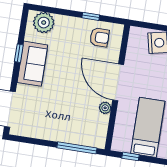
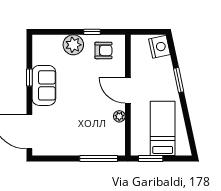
plant: (44, 23) -> (73, 45), moved
door: (118, 82) -> (128, 90), width x0.73
window: (131, 156) -> (151, 159), width x1.50

